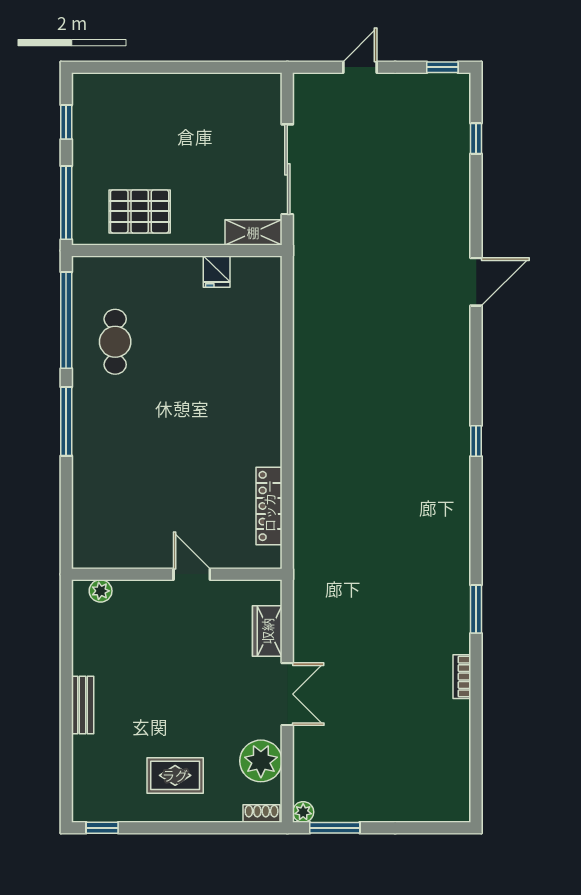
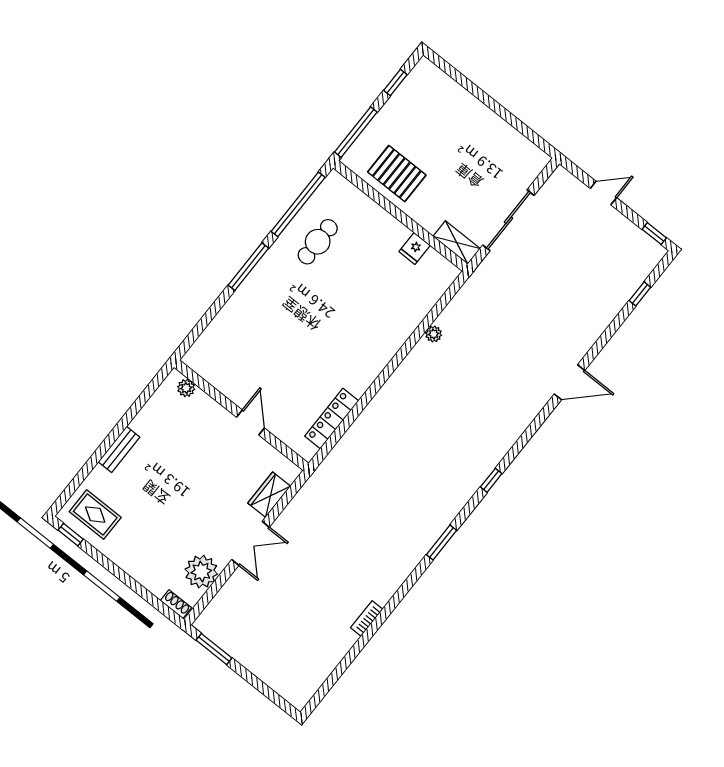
window: (476, 609) -> (441, 543), moved
rug: (175, 775) -> (95, 515), moved
plant: (303, 812) -> (434, 334), moved

